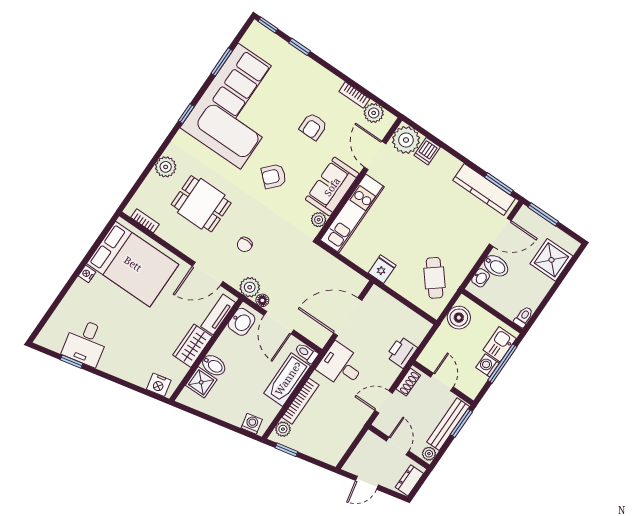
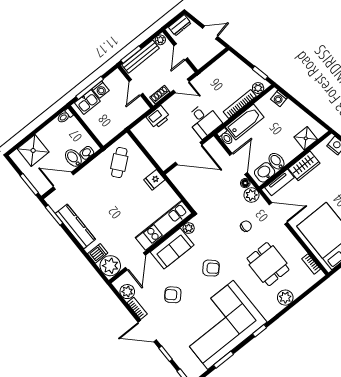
door: (332, 69) -> (147, 331), added
armchair: (313, 127) -> (173, 295), turned -137
kitchen counter: (484, 189) -> (75, 226), moved
boiler: (459, 318) -> (111, 129), removed
bidet: (214, 365) -> (276, 161), moved

